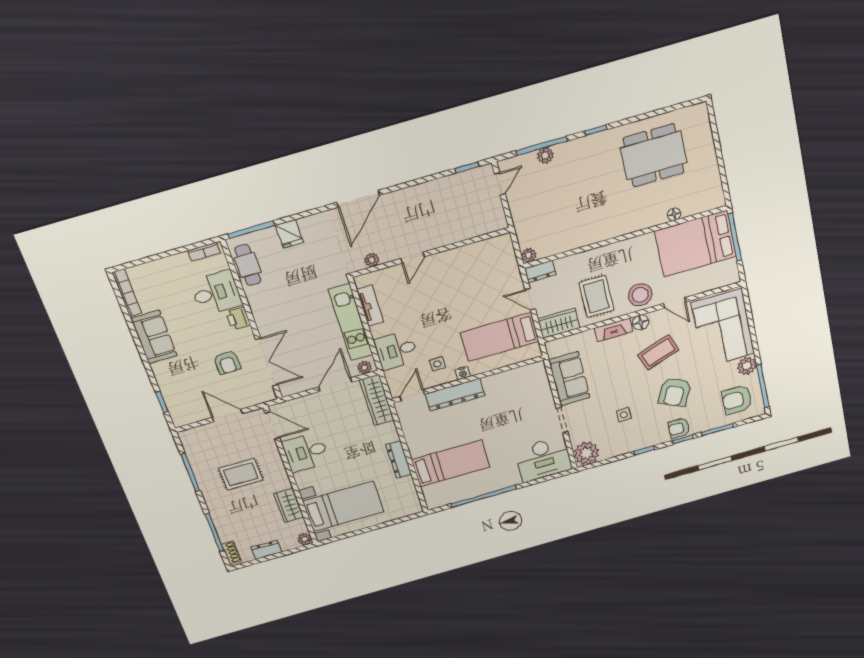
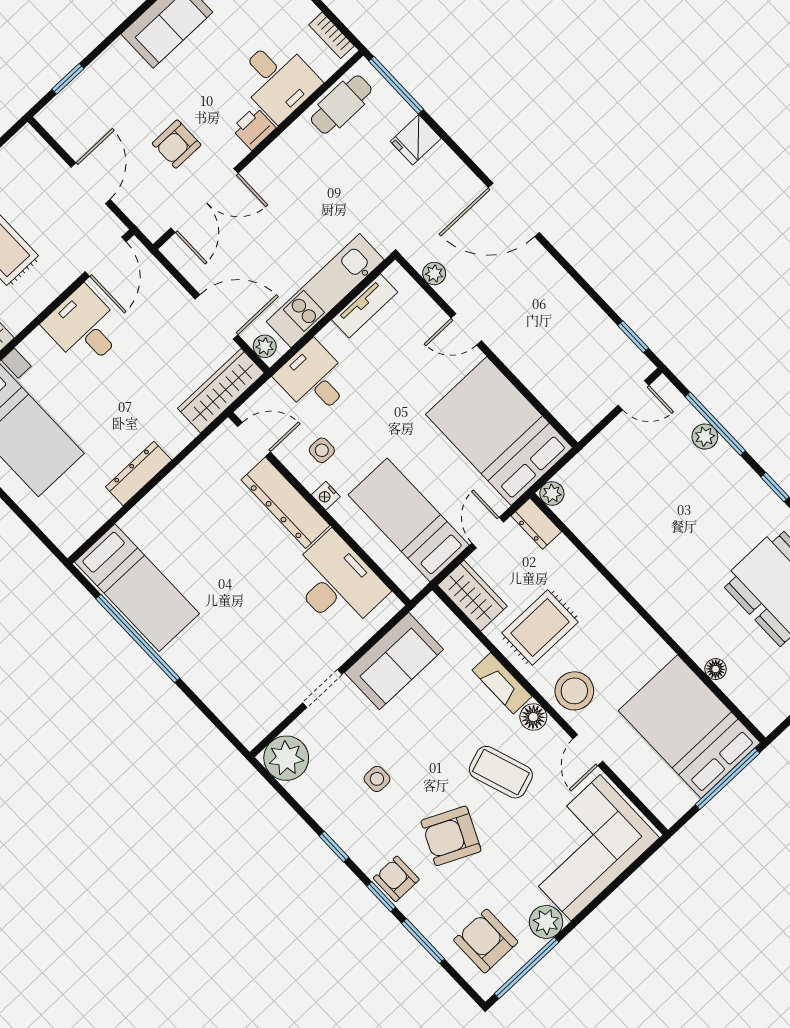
bed: (479, 267) -> (499, 431), added
desk: (543, 459) -> (337, 583), moved, turned 180
bed: (451, 463) -> (137, 588), moved

